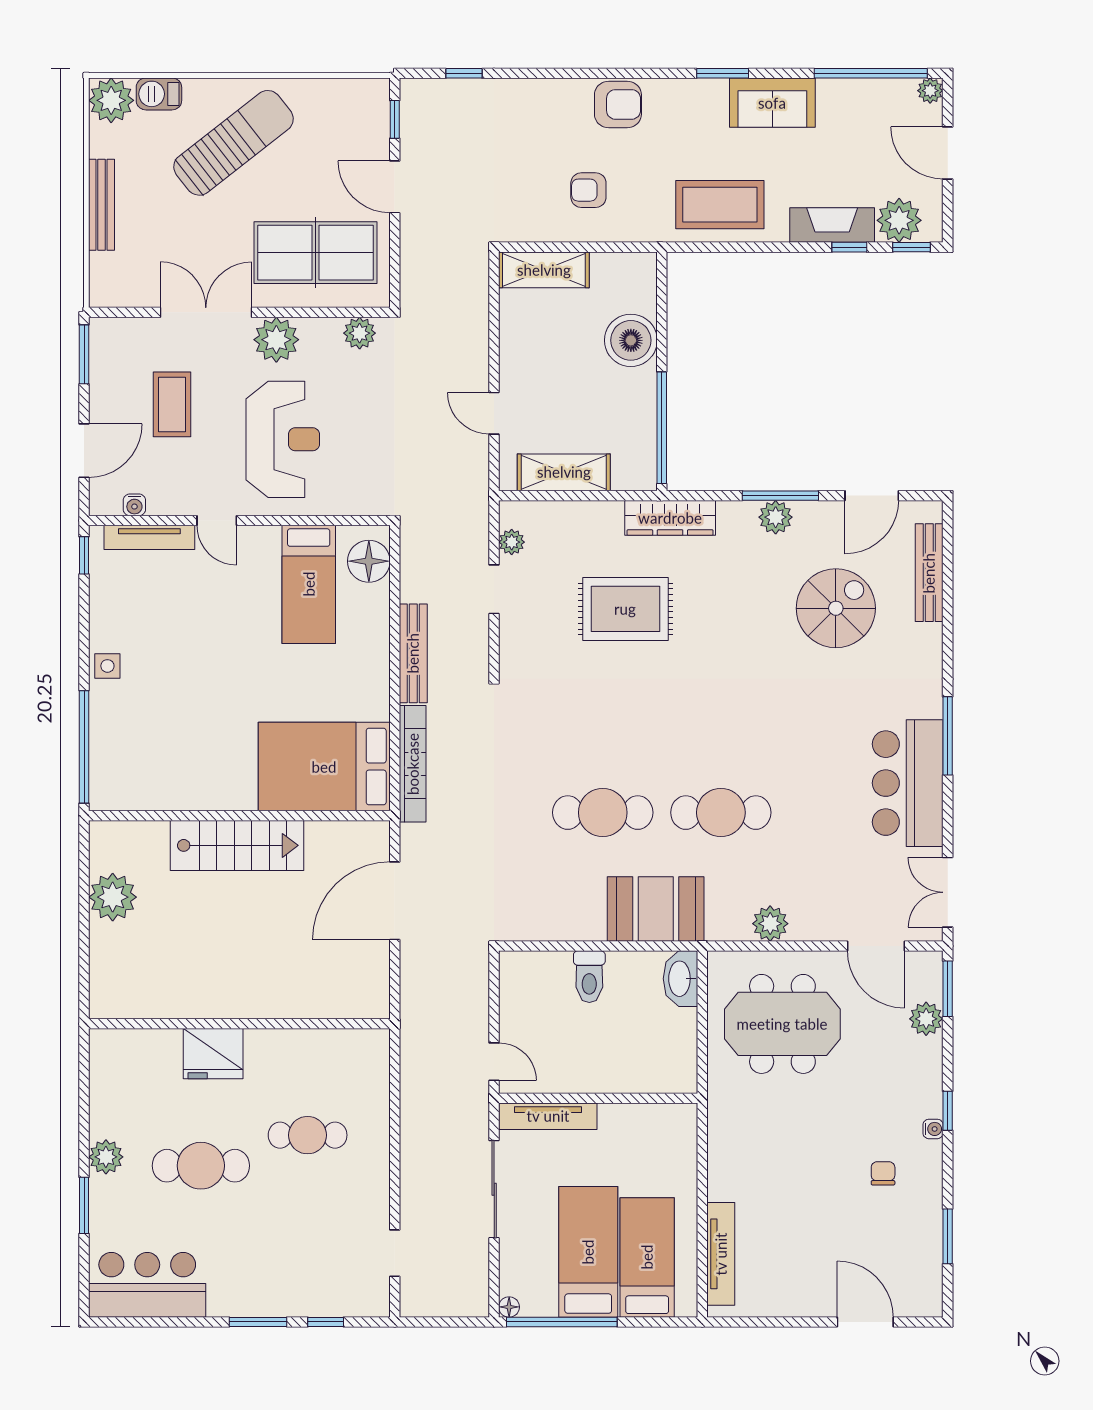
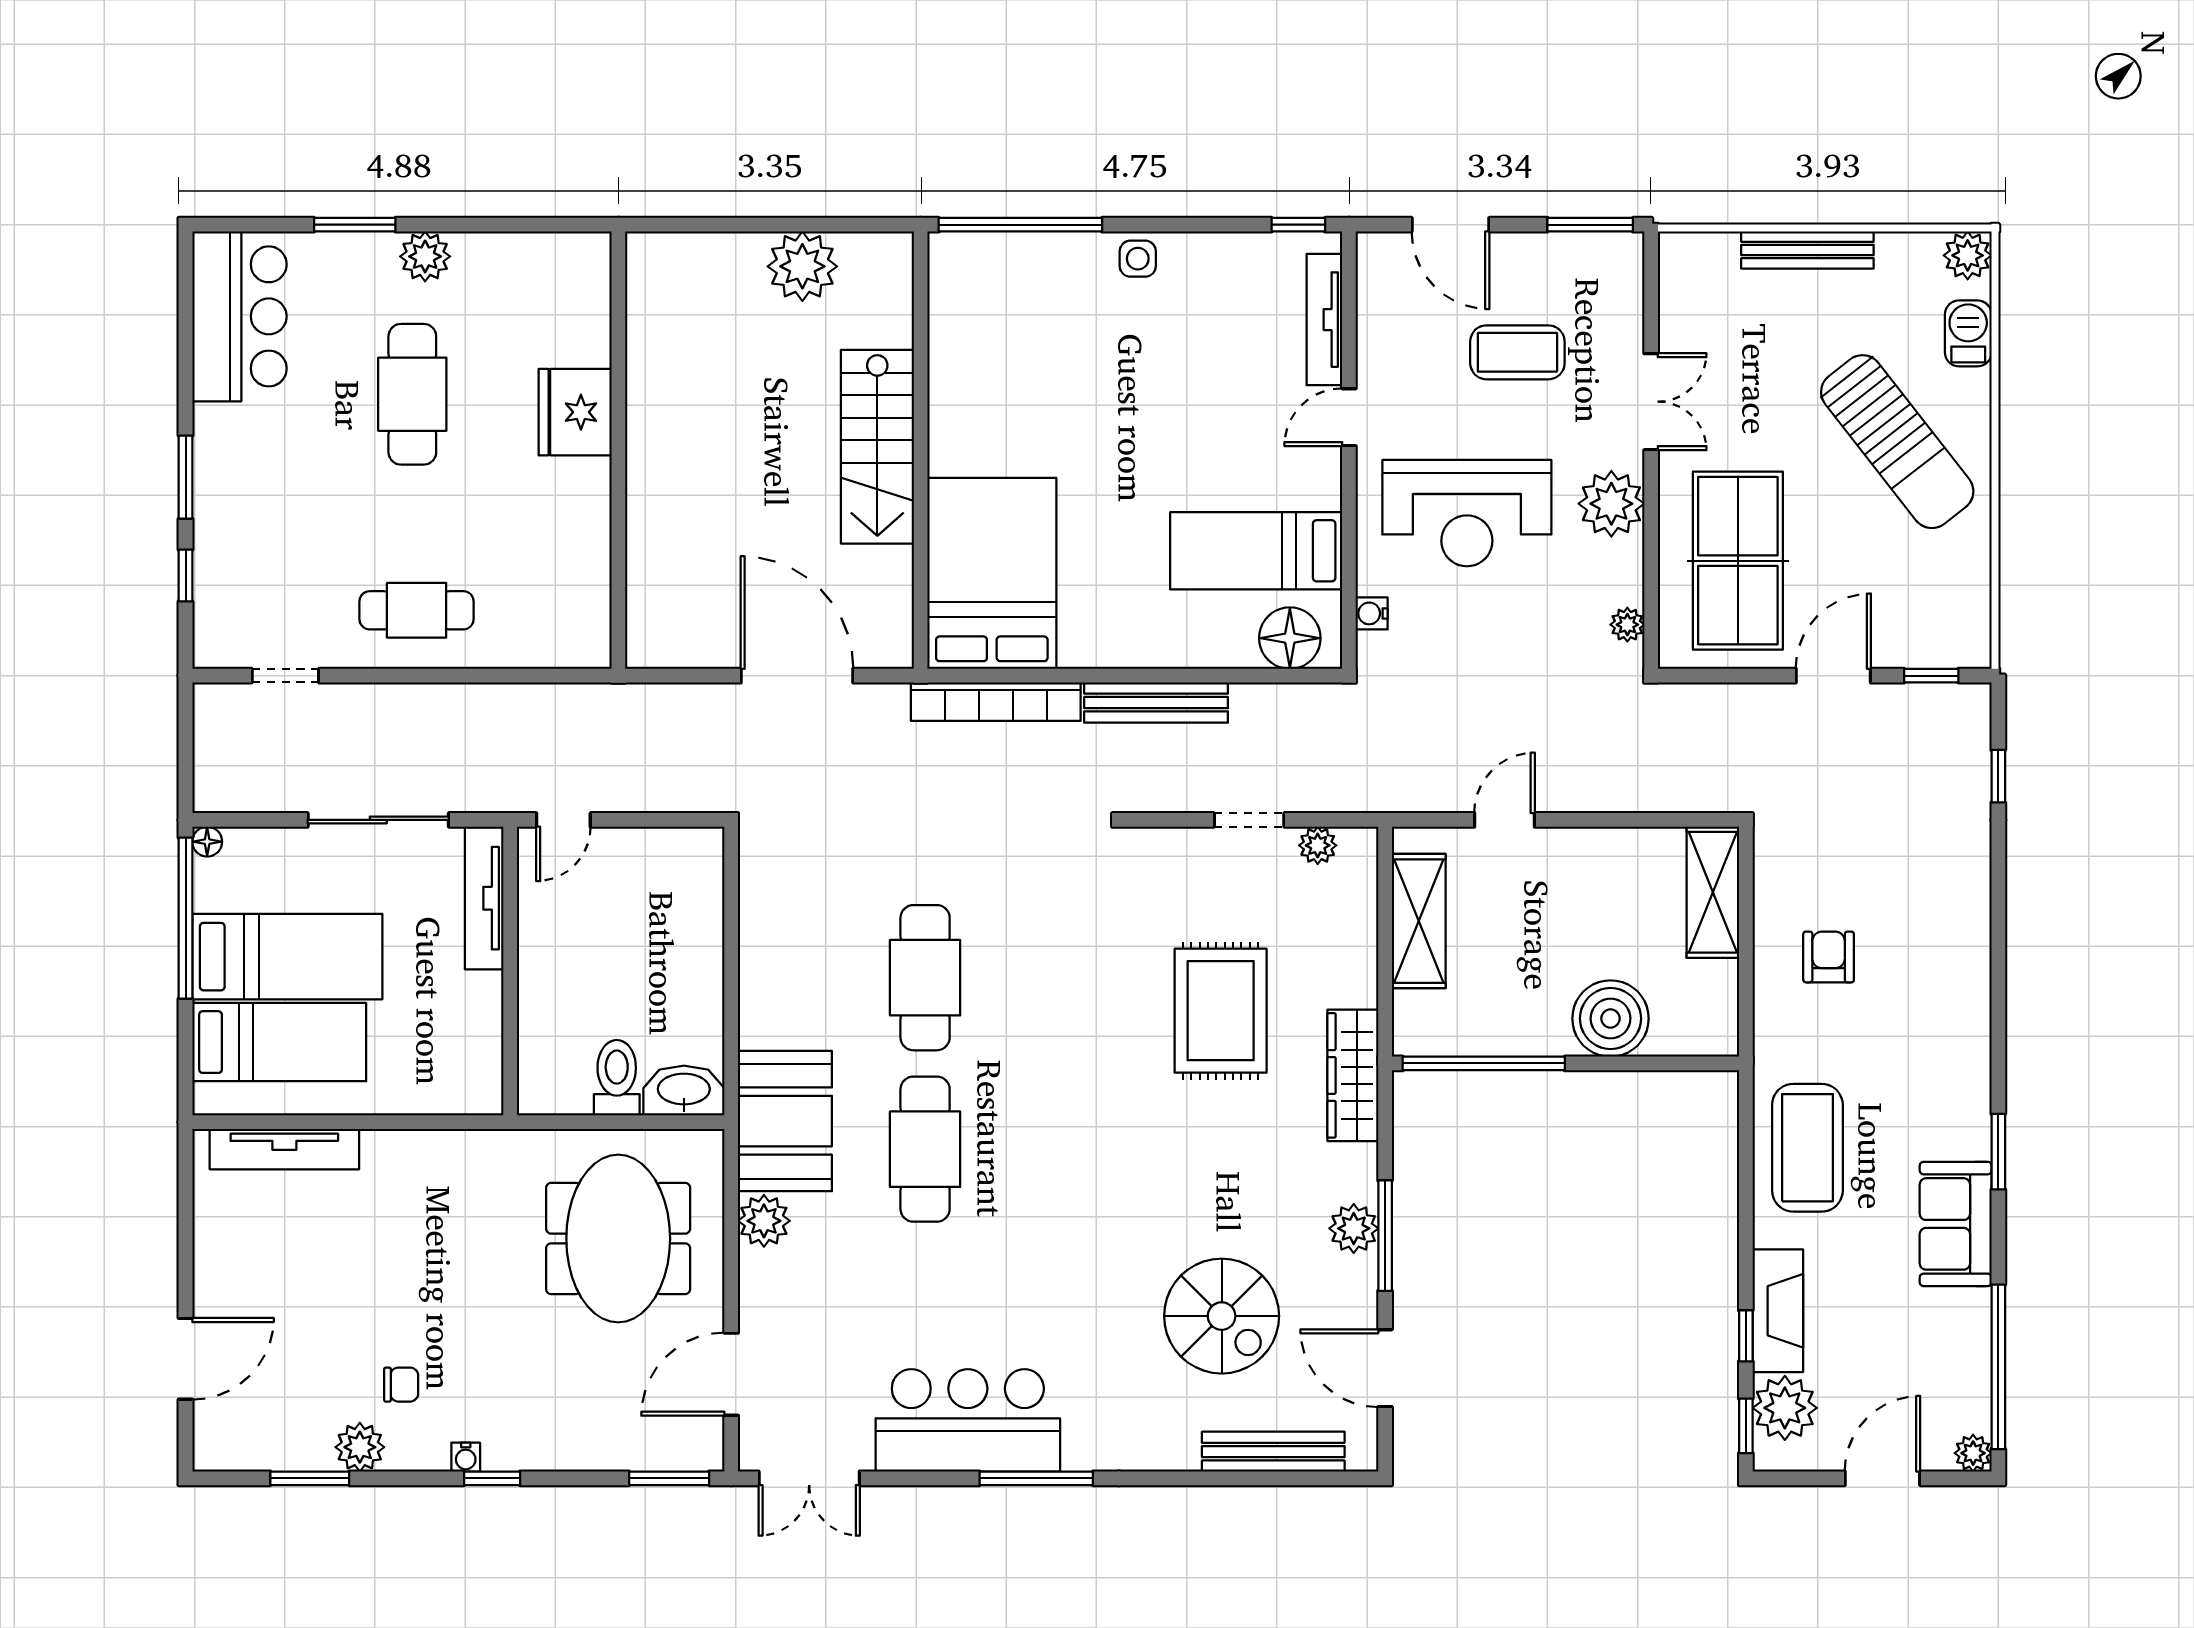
plant: (111, 100) -> (1968, 255), width x0.73, depth x0.73
armchair: (618, 104) -> (1953, 1000), removed
double door: (206, 312) -> (1651, 402), width x0.73
plant: (360, 333) -> (1627, 625), width x0.73, depth x0.73
water cooler: (134, 505) -> (1372, 613), moved
double door: (948, 892) -> (809, 1478), swing flipped
booth: (656, 909) -> (785, 1121), moved
toilet: (589, 977) -> (617, 1078), moved, turned 90
plant: (926, 1019) -> (360, 1447), moved
cafe table: (308, 1135) -> (417, 610), moved, turned 90

